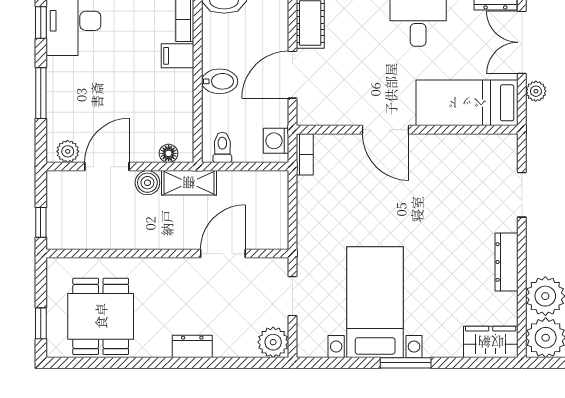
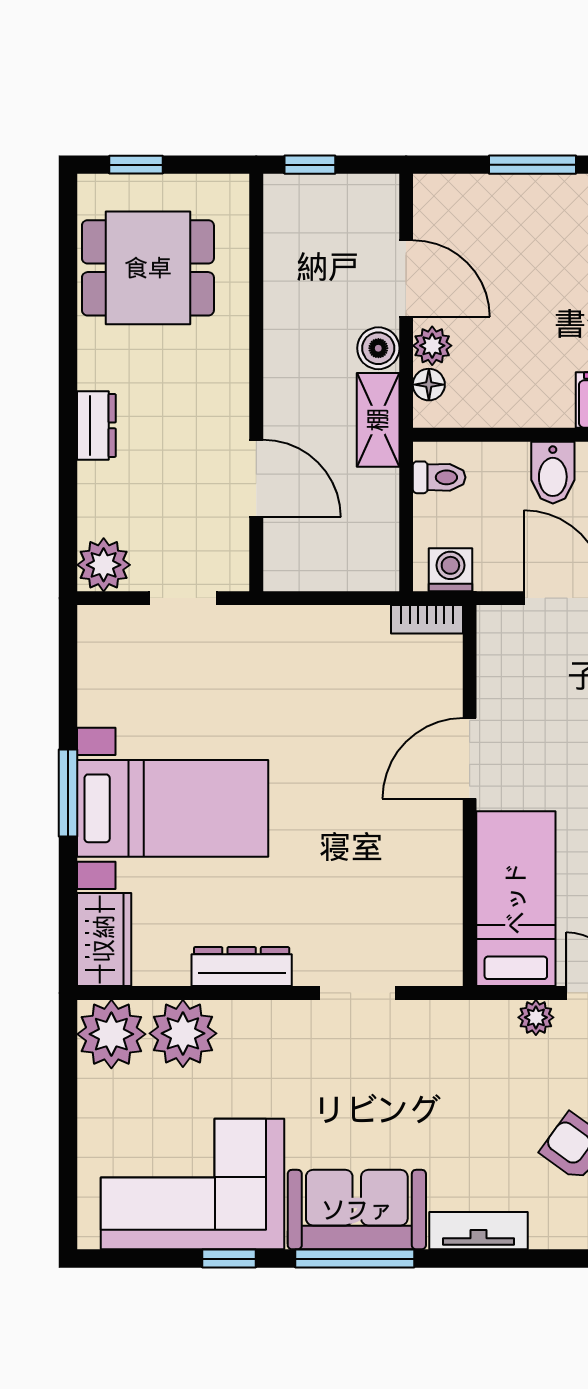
plant: (68, 151) -> (432, 346), moved
bed with nightstands: (375, 302) -> (173, 808), moved

